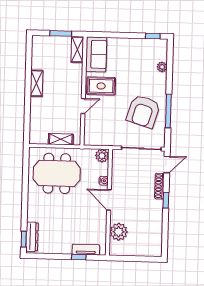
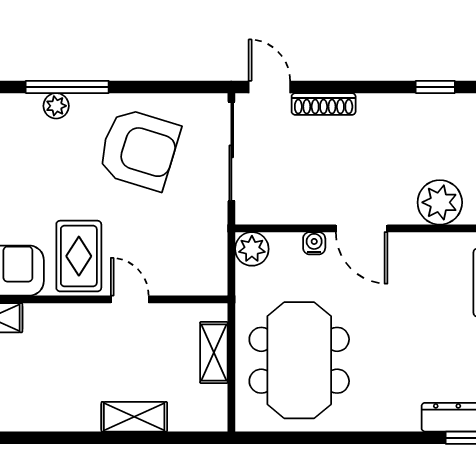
plant: (162, 67) -> (56, 106), moved
shelving: (36, 83) -> (134, 417), moved
window: (168, 111) -> (67, 87), moved
door: (109, 200) -> (362, 228), hinge flipped
window: (166, 200) -> (435, 87), moved

